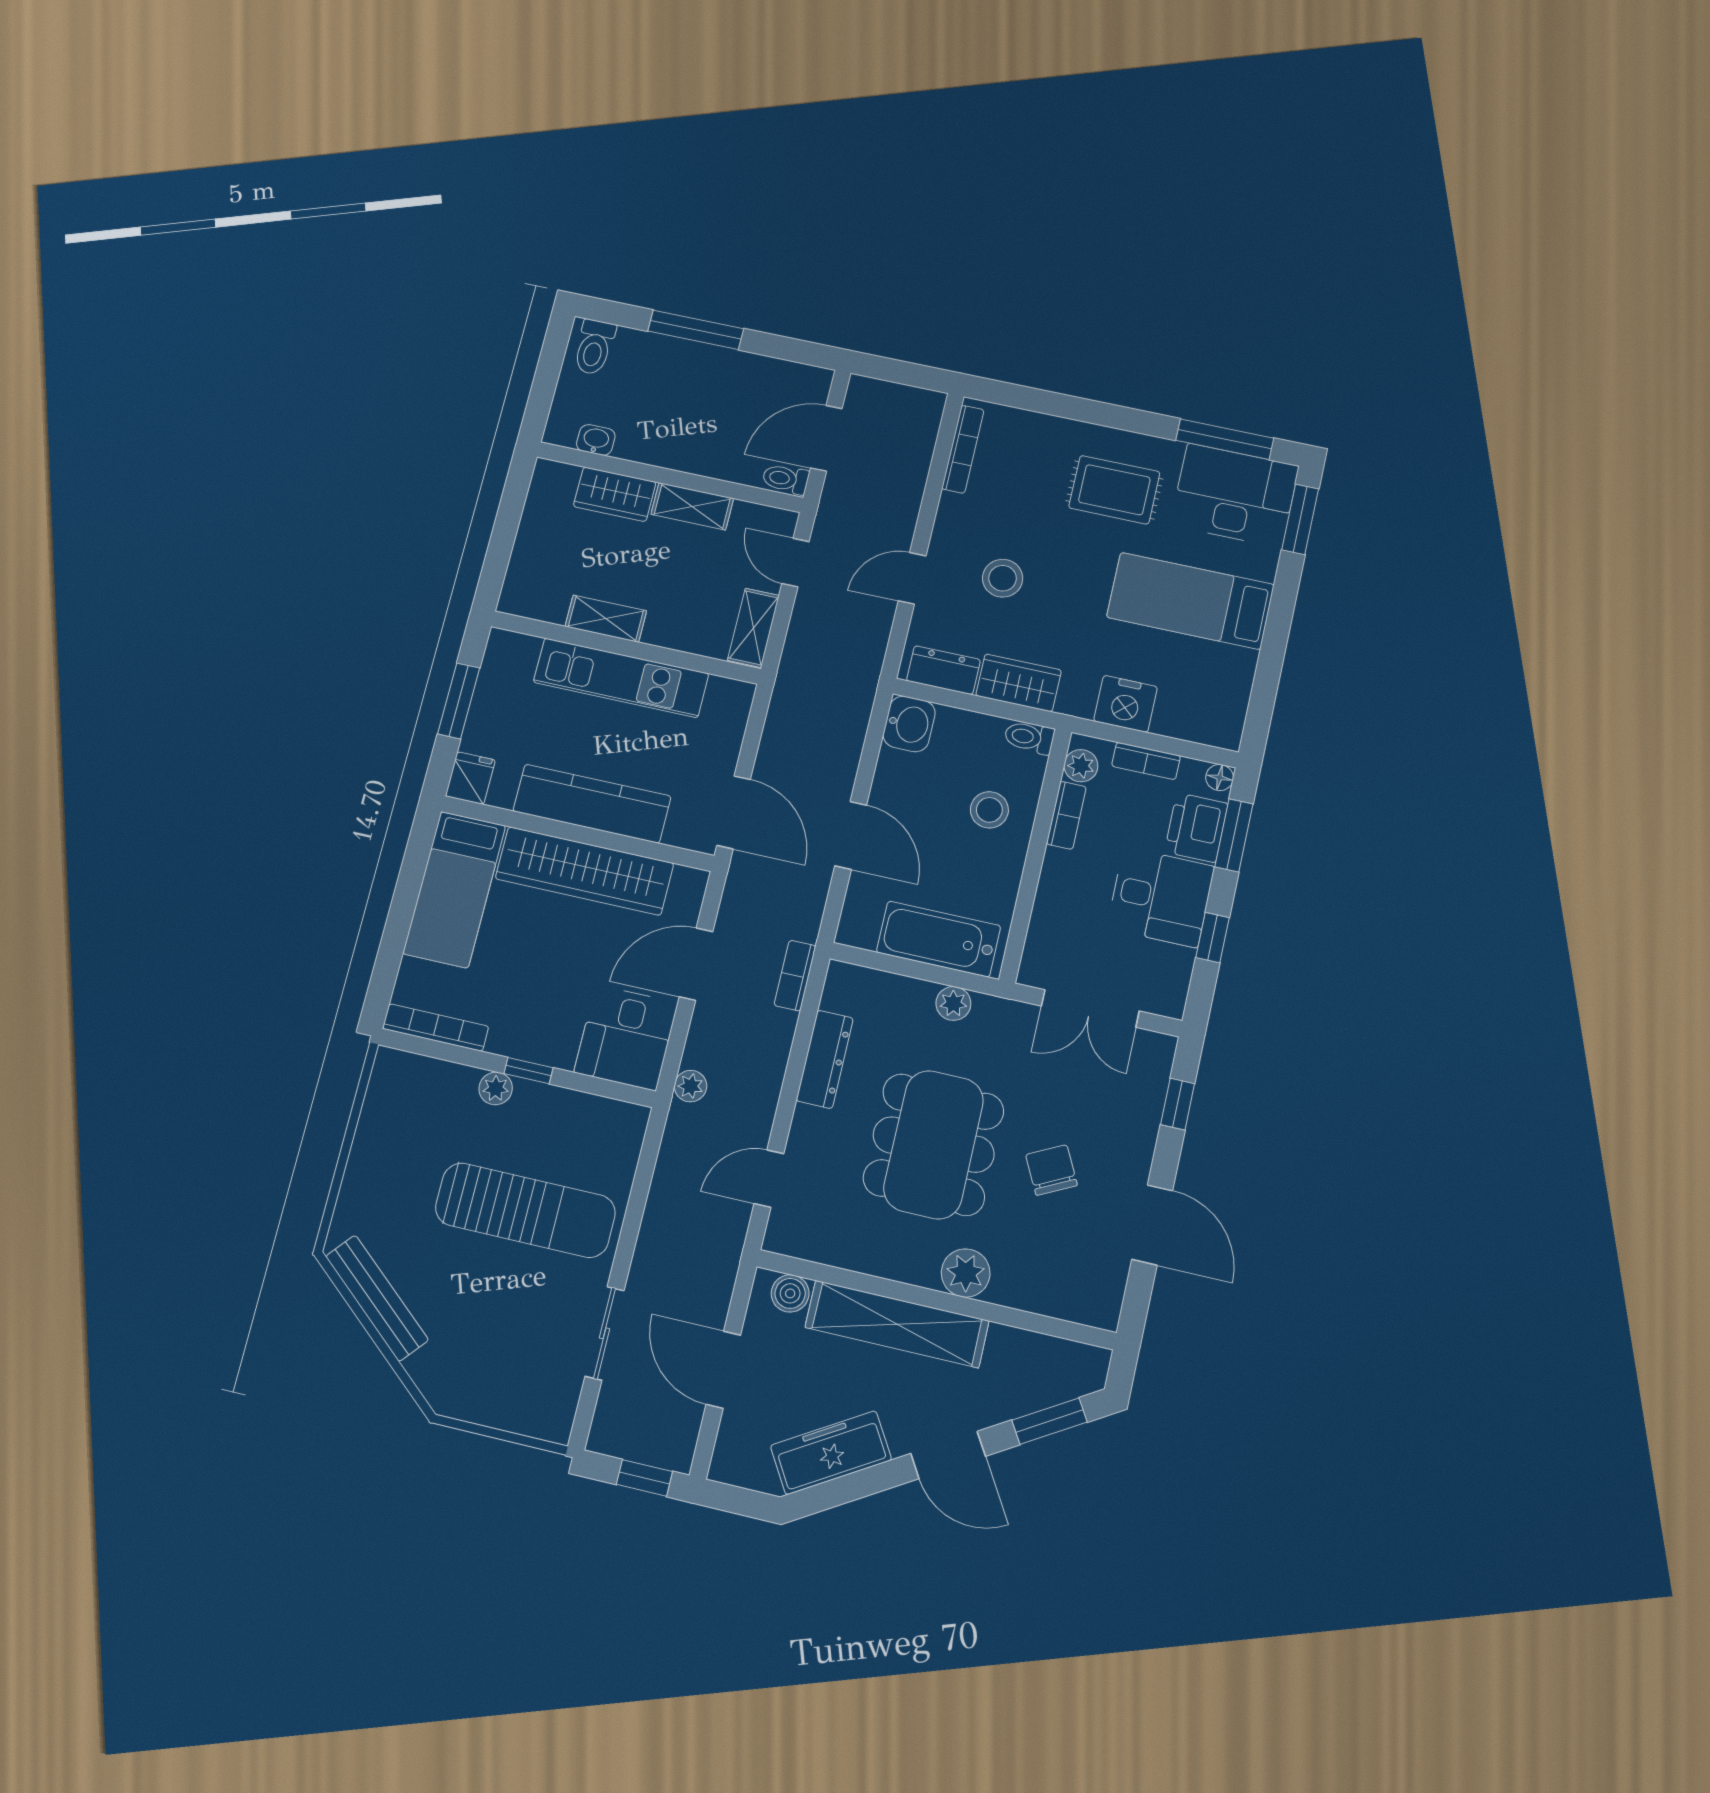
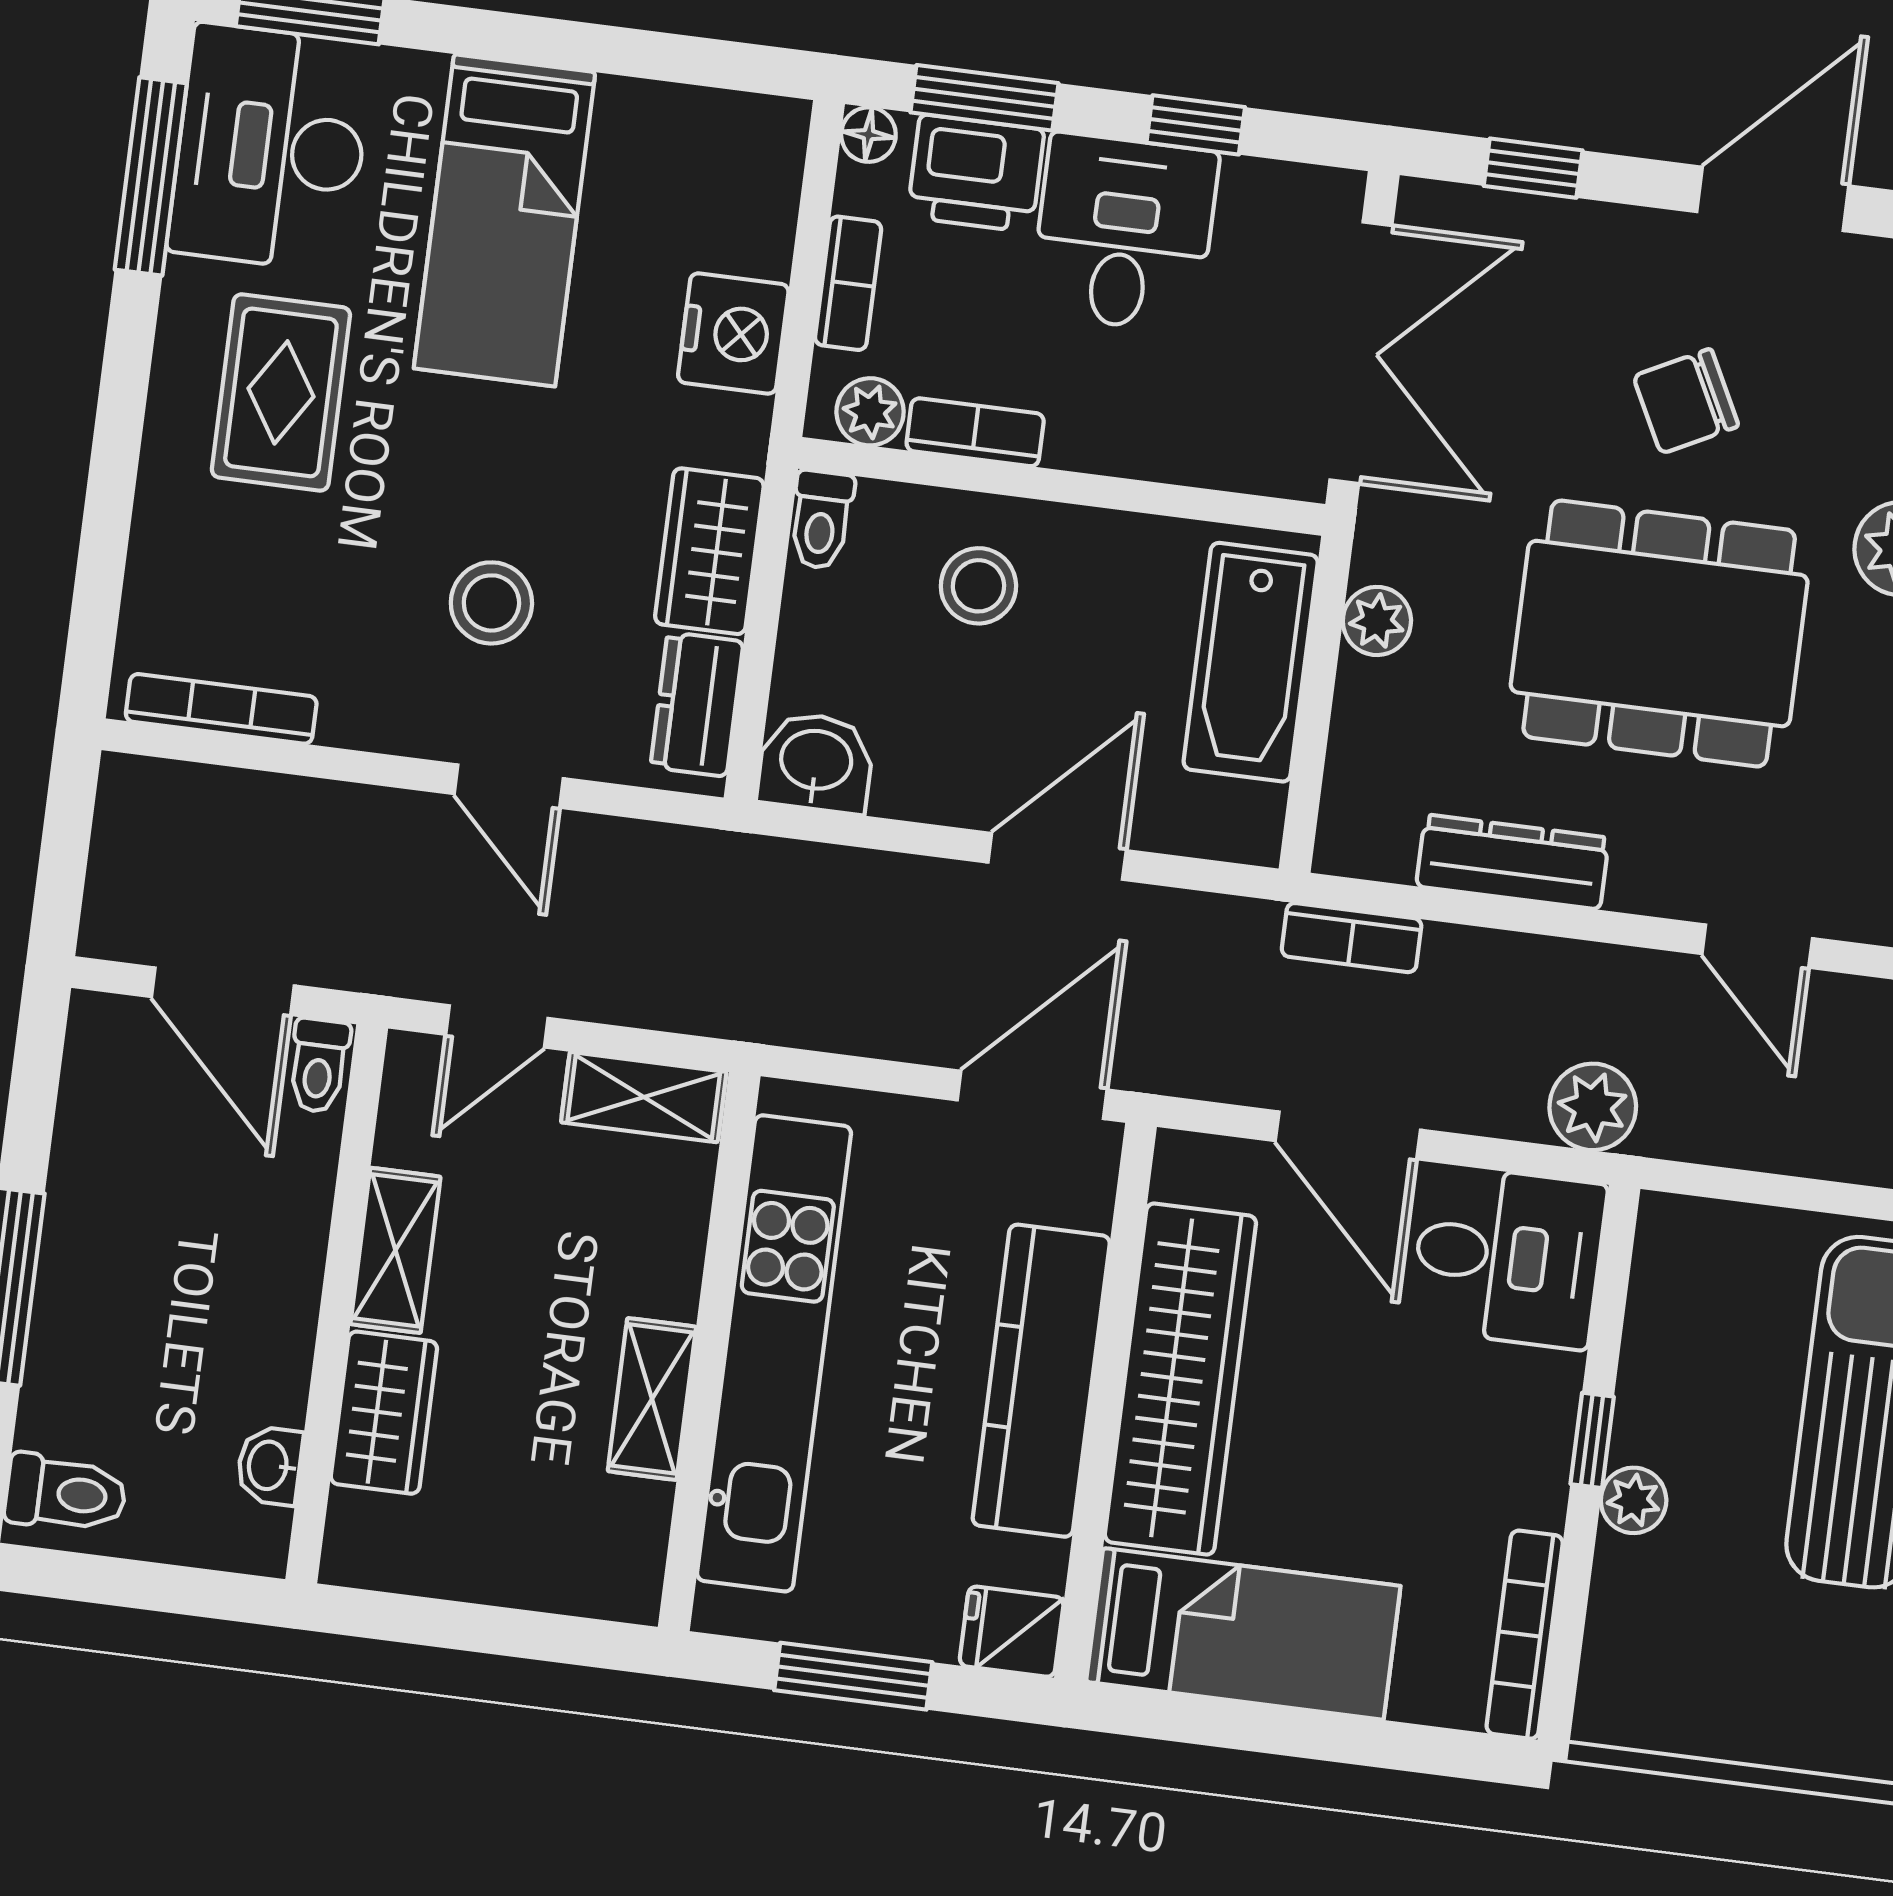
kitchen unit: (621, 678) -> (774, 1353), width x1.36
double door: (1090, 1008) -> (1361, 353), width x1.37
plant: (691, 1086) -> (1593, 1107), width x1.38, depth x1.38

